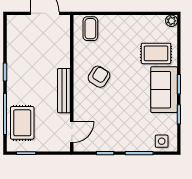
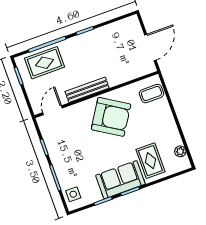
plant: (172, 21) -> (180, 151), moved
armchair: (99, 77) -> (111, 117), width x1.88, depth x1.88
door: (72, 132) -> (52, 110), swing flipped

